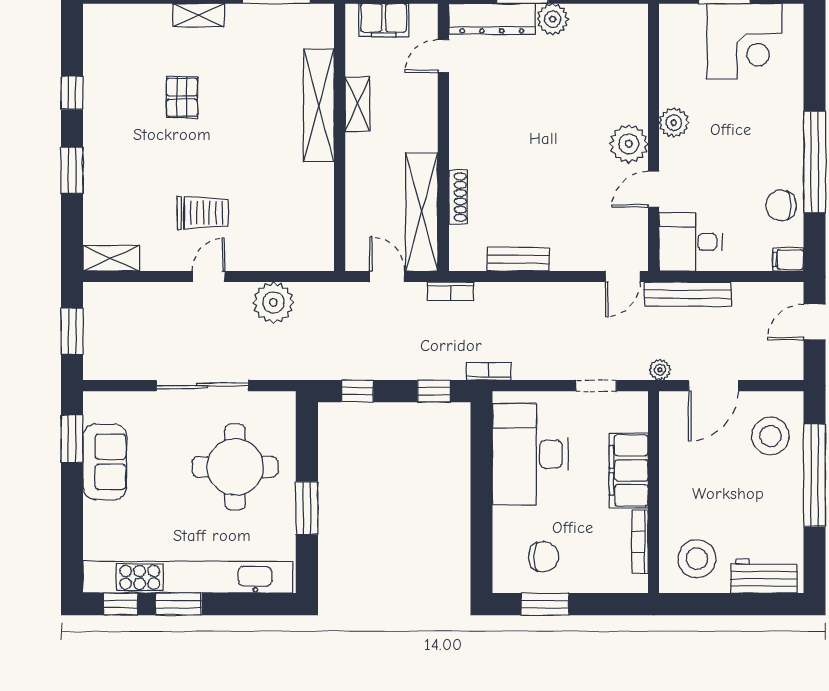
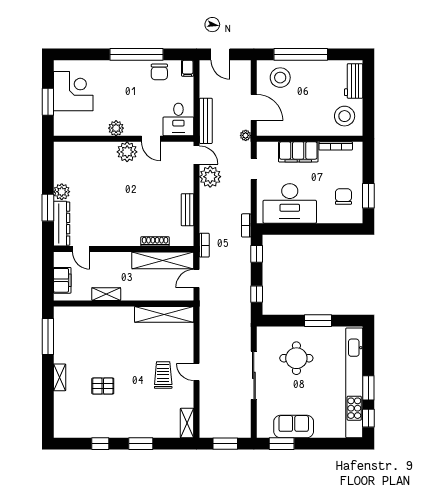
shelving: (319, 105) -> (164, 314), moved
plant: (273, 302) -> (210, 177), moved
round table: (235, 467) -> (296, 358), width x0.73, depth x0.73

